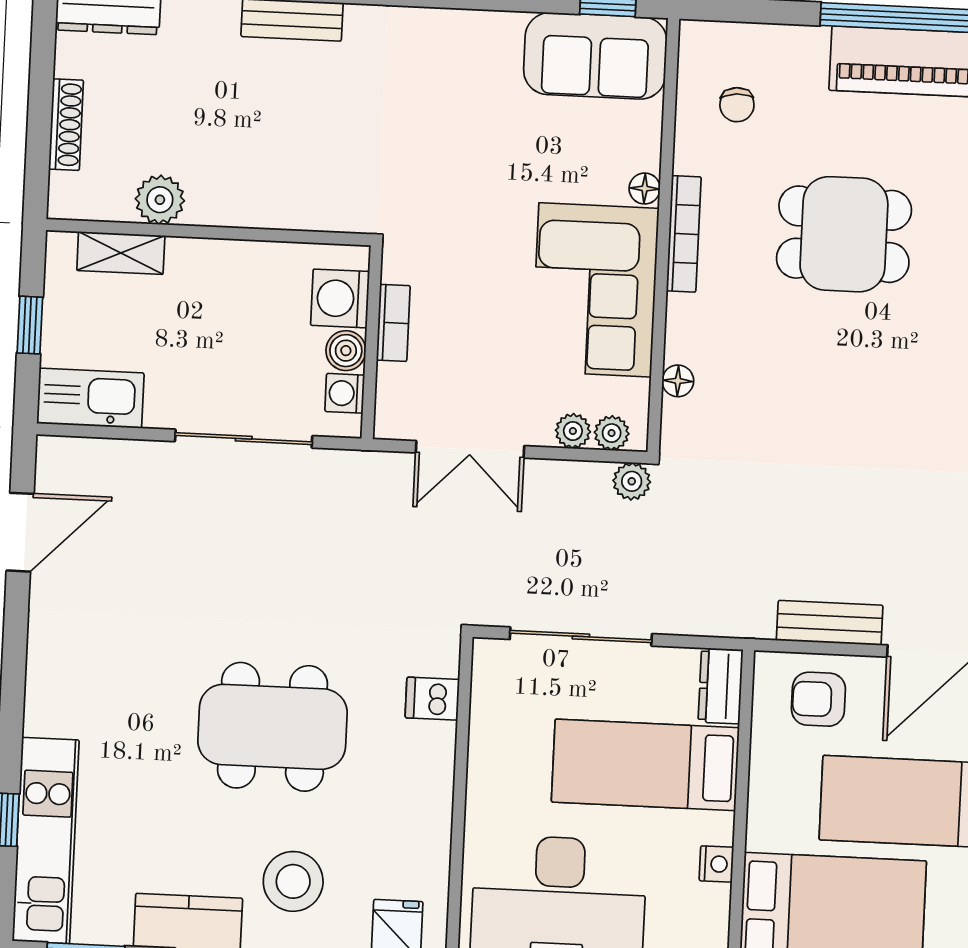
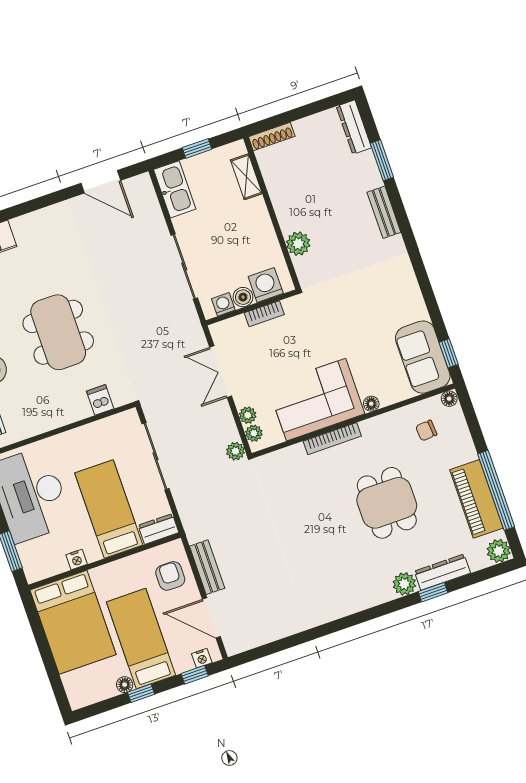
shoe rack: (66, 125) -> (272, 136), moved
plant: (160, 200) -> (298, 244), moved
bookcase: (684, 234) -> (332, 439), moved
floor lamp: (678, 381) -> (449, 399), moved

